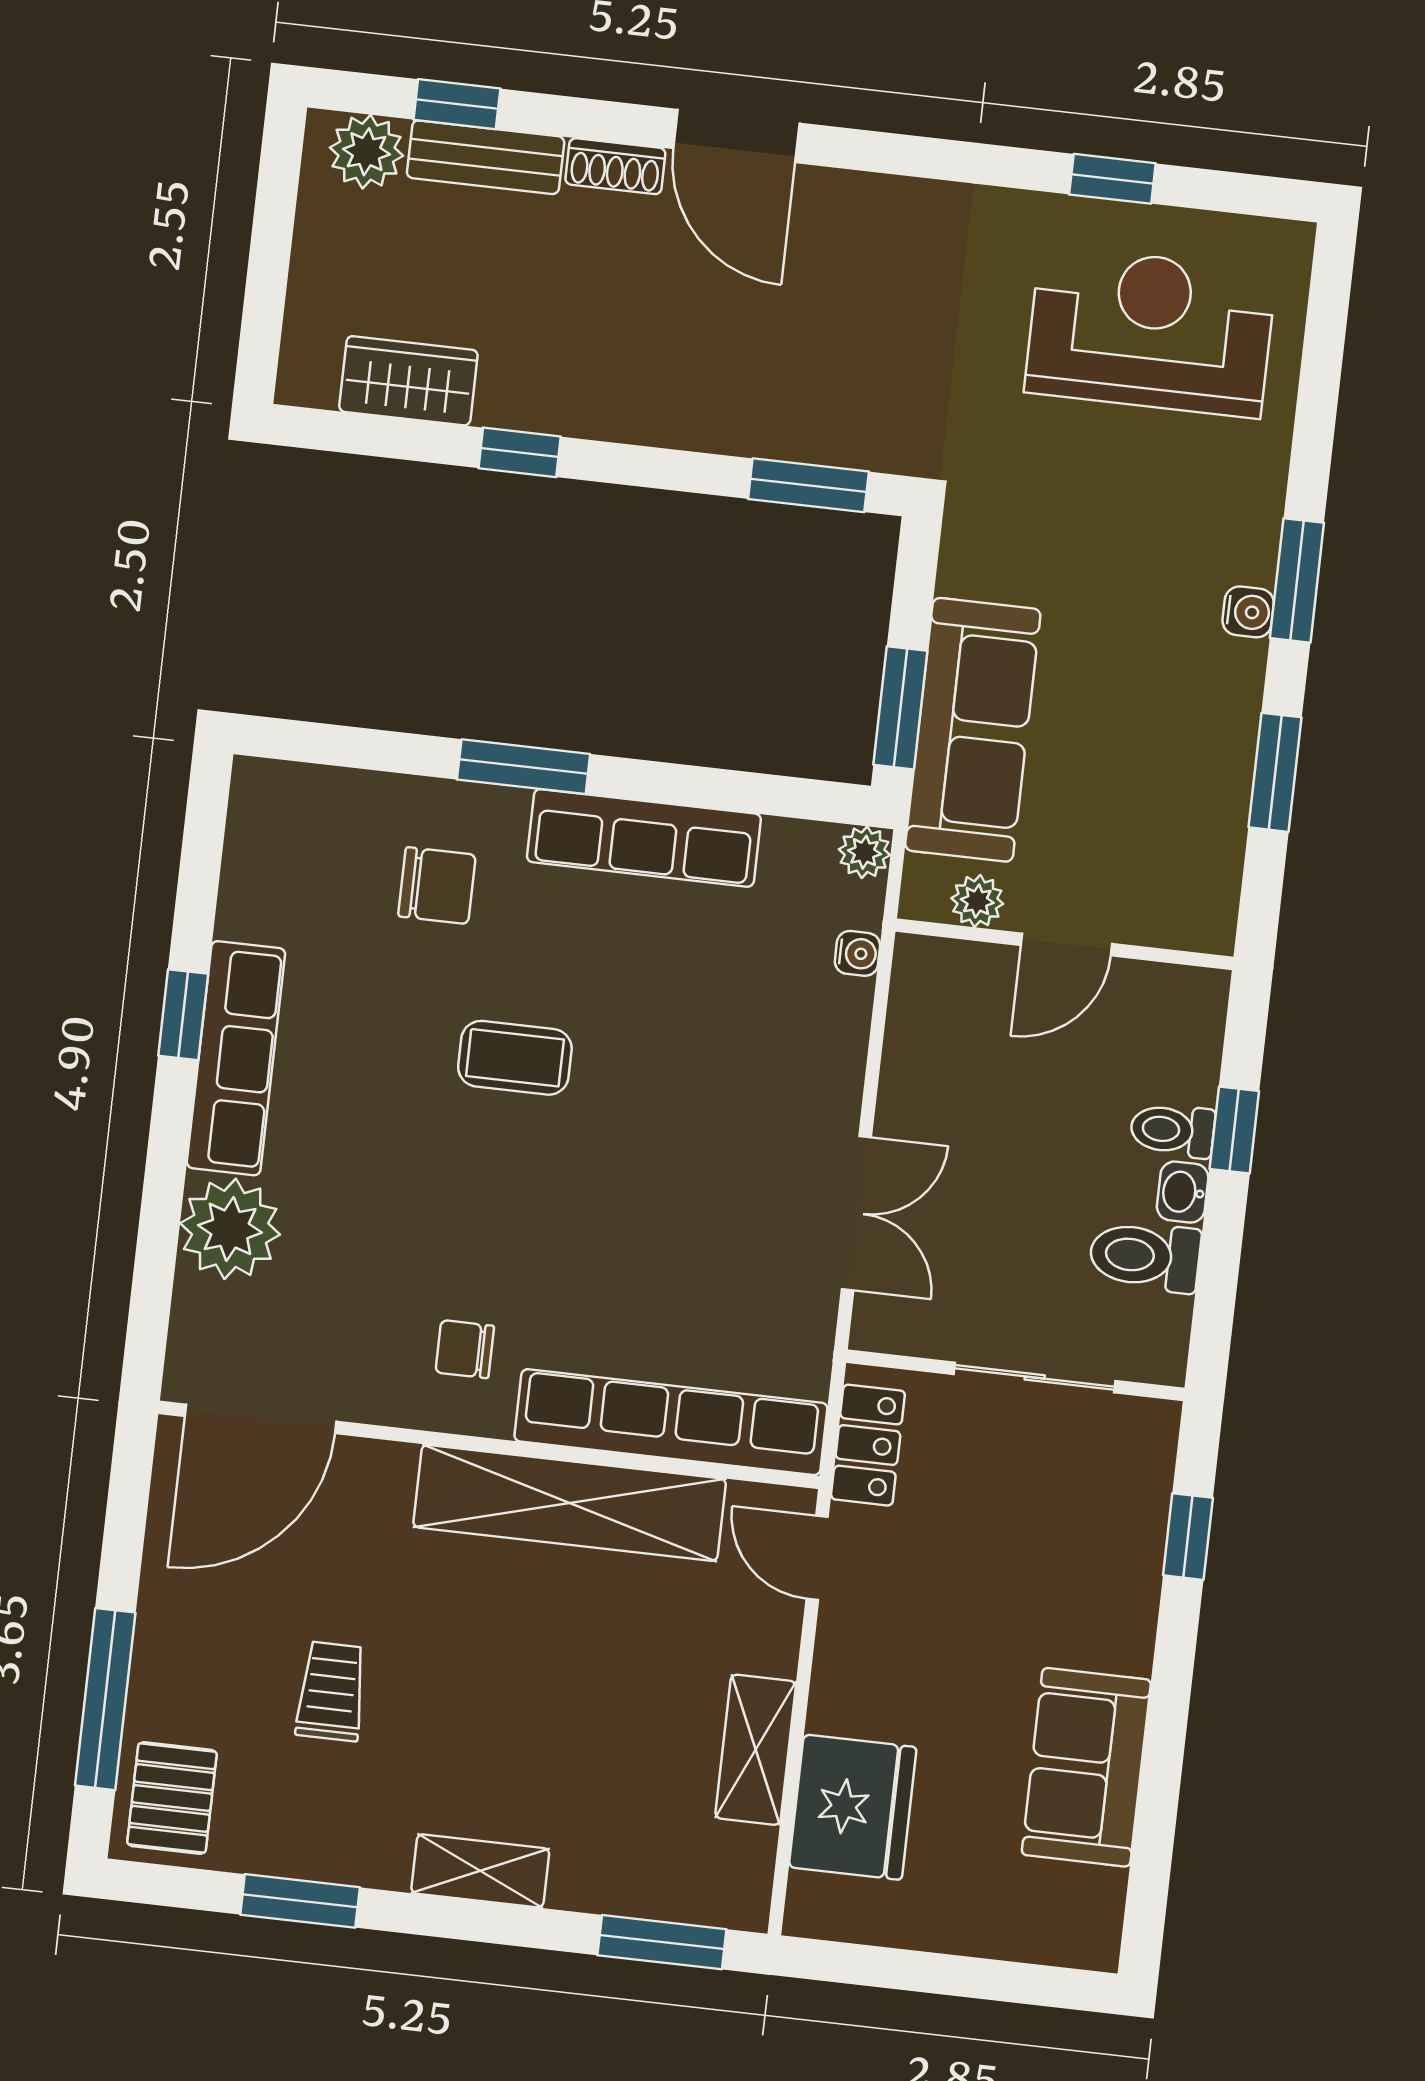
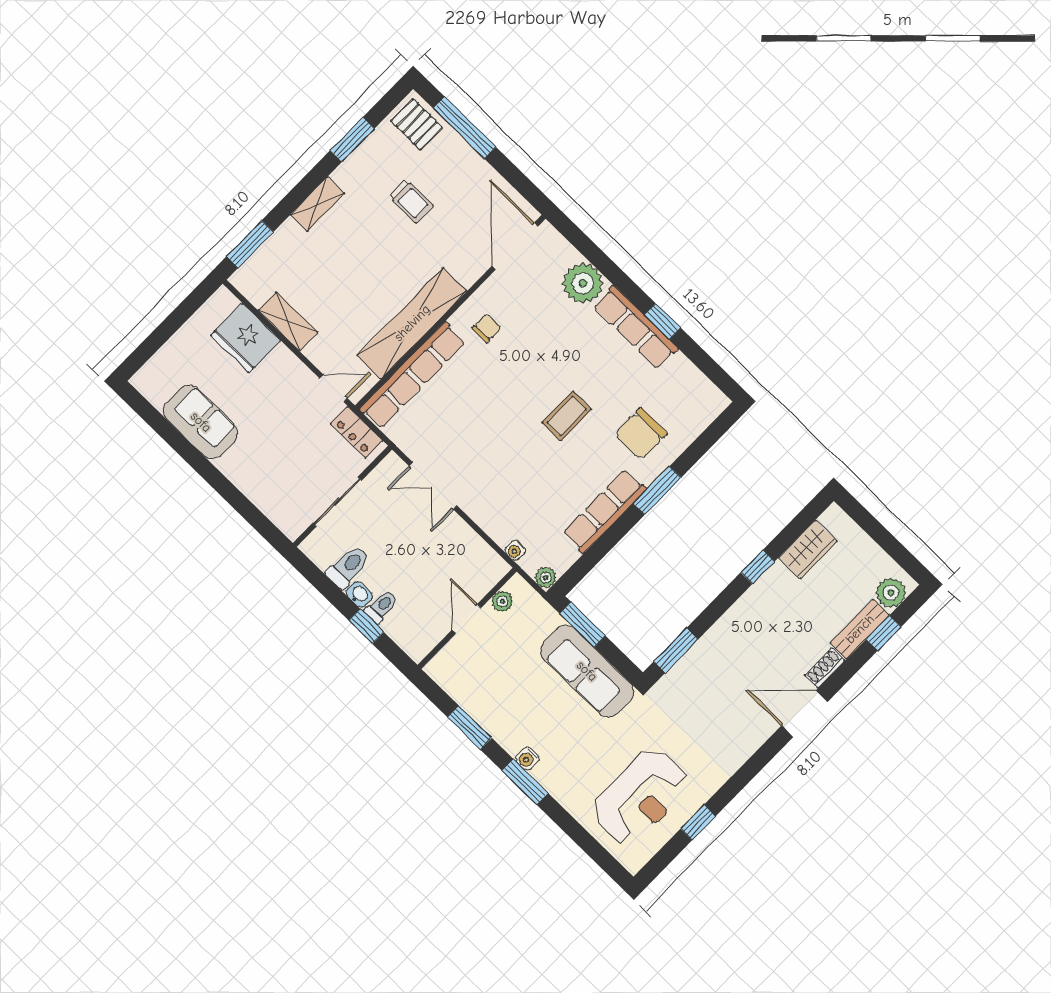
sofa: (973, 730) -> (587, 671), moved
chair: (437, 886) -> (641, 434), width x1.37, depth x1.37
window: (1188, 1537) -> (249, 511), removed

